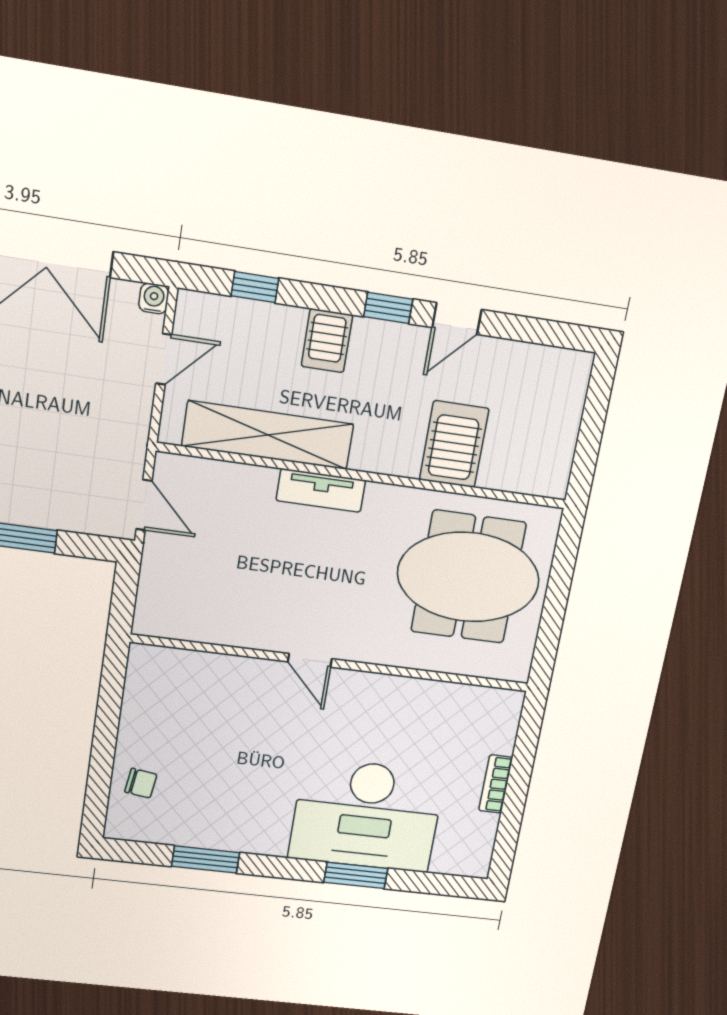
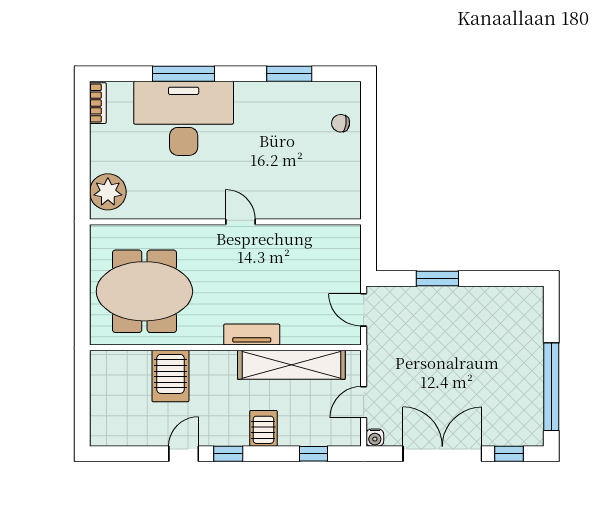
plant: (493, 726) -> (108, 192), added
bookcase: (496, 784) -> (98, 103), moved
window: (356, 875) -> (183, 74), width x1.44

